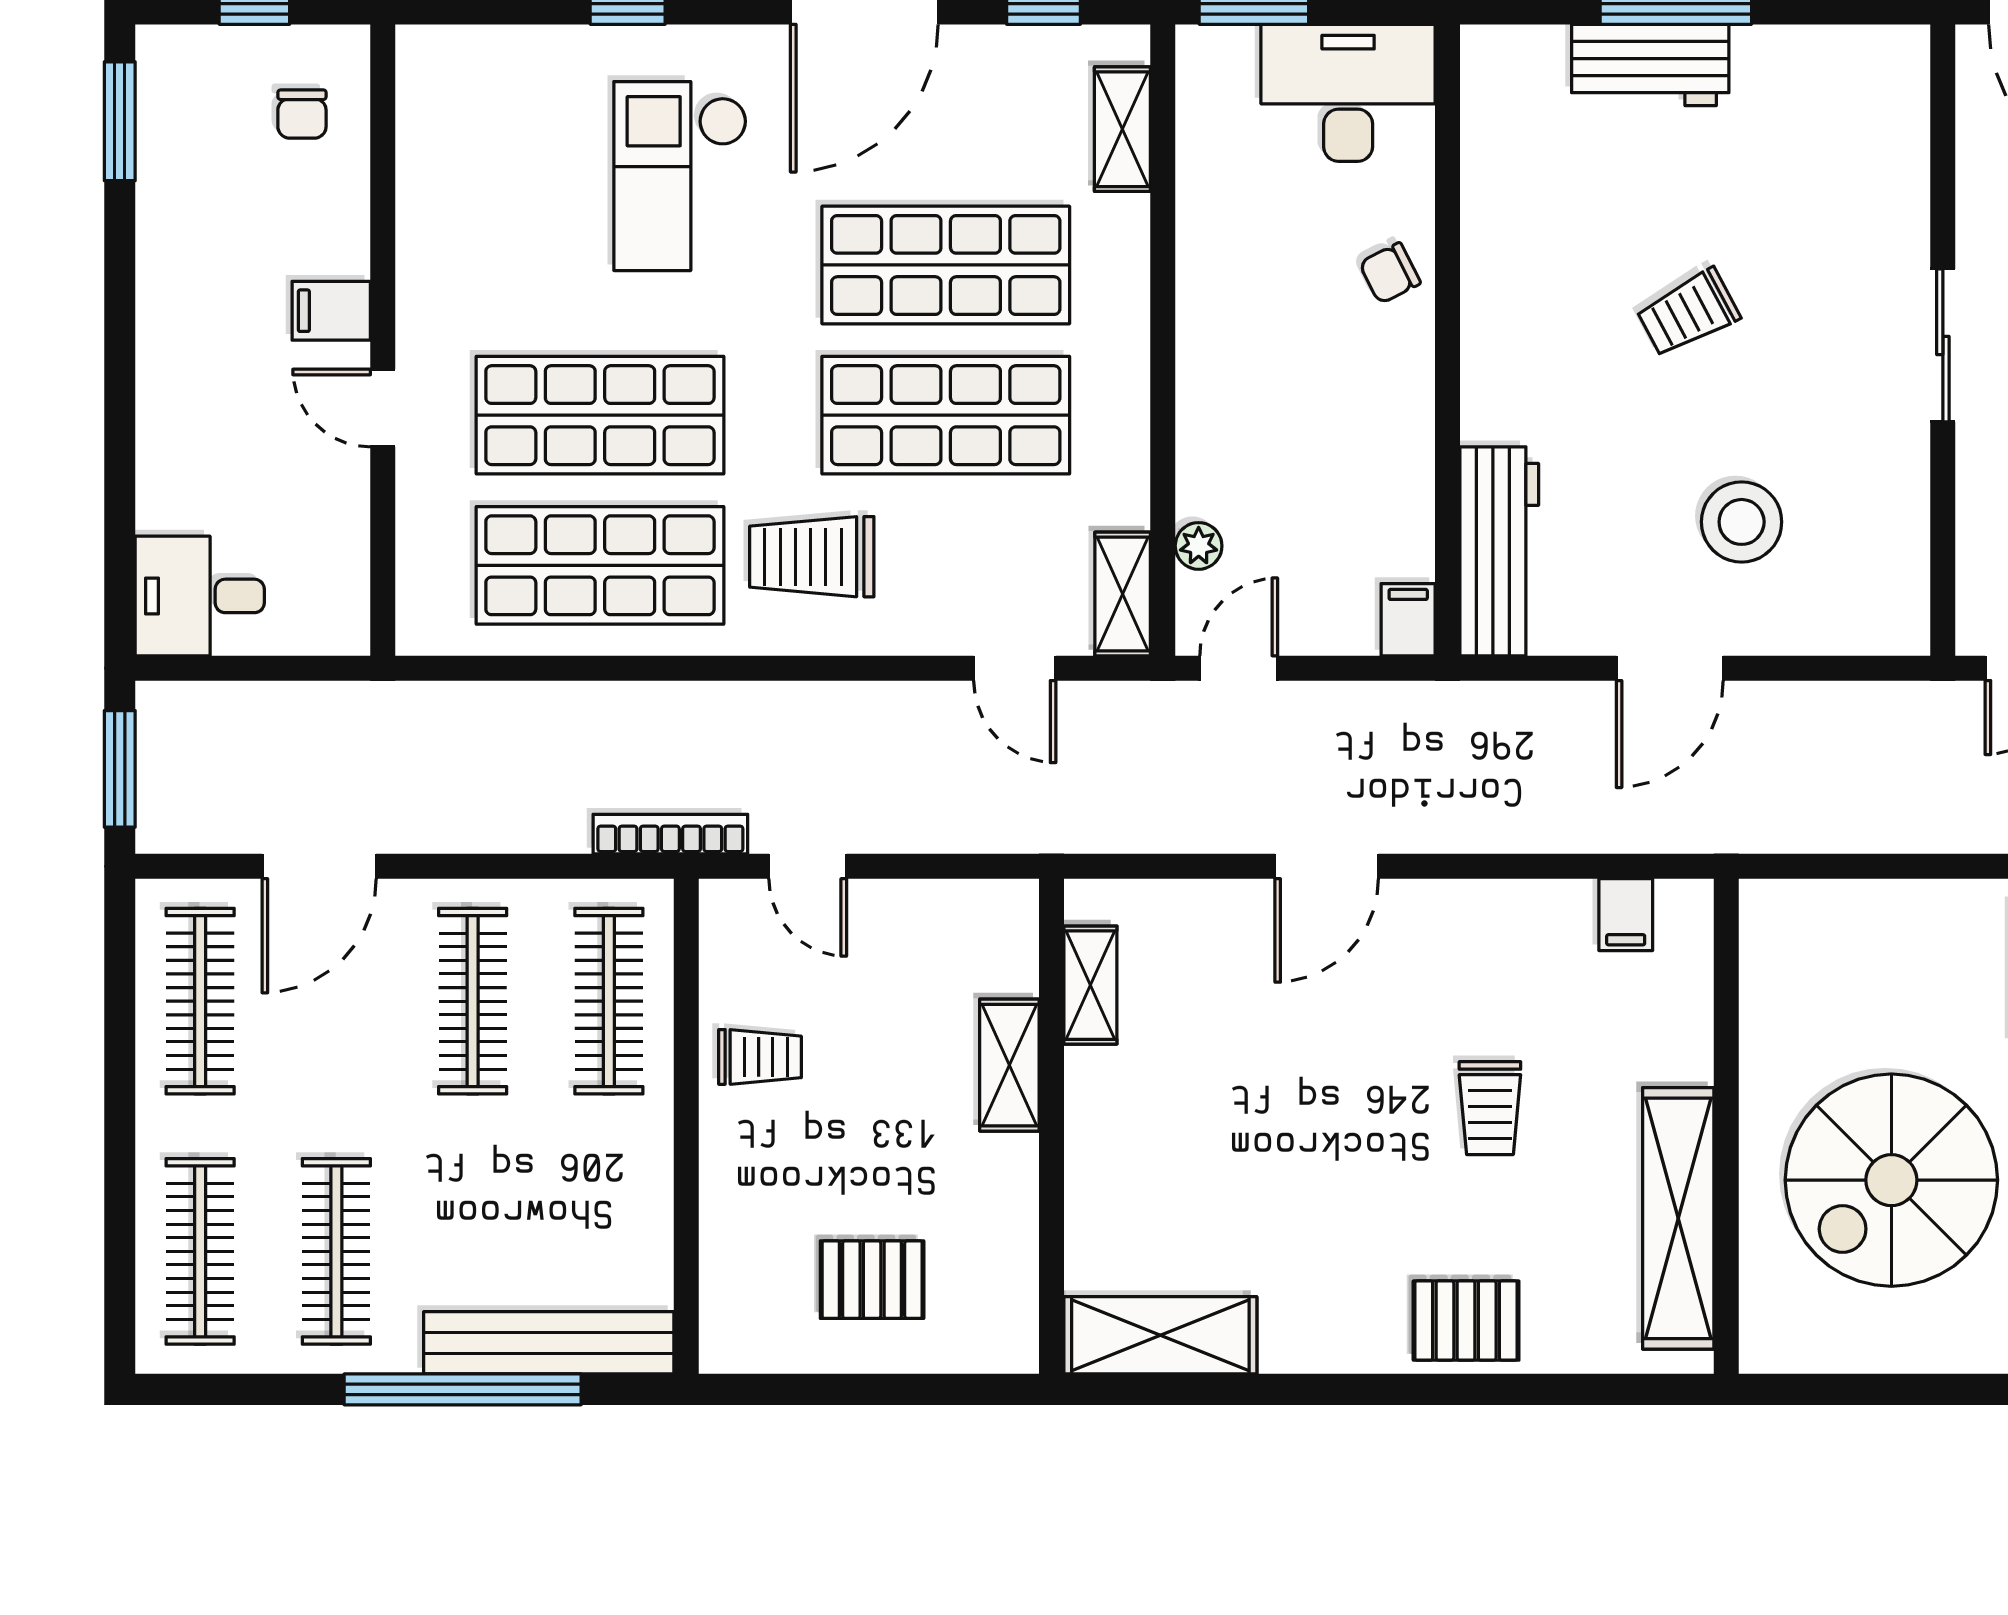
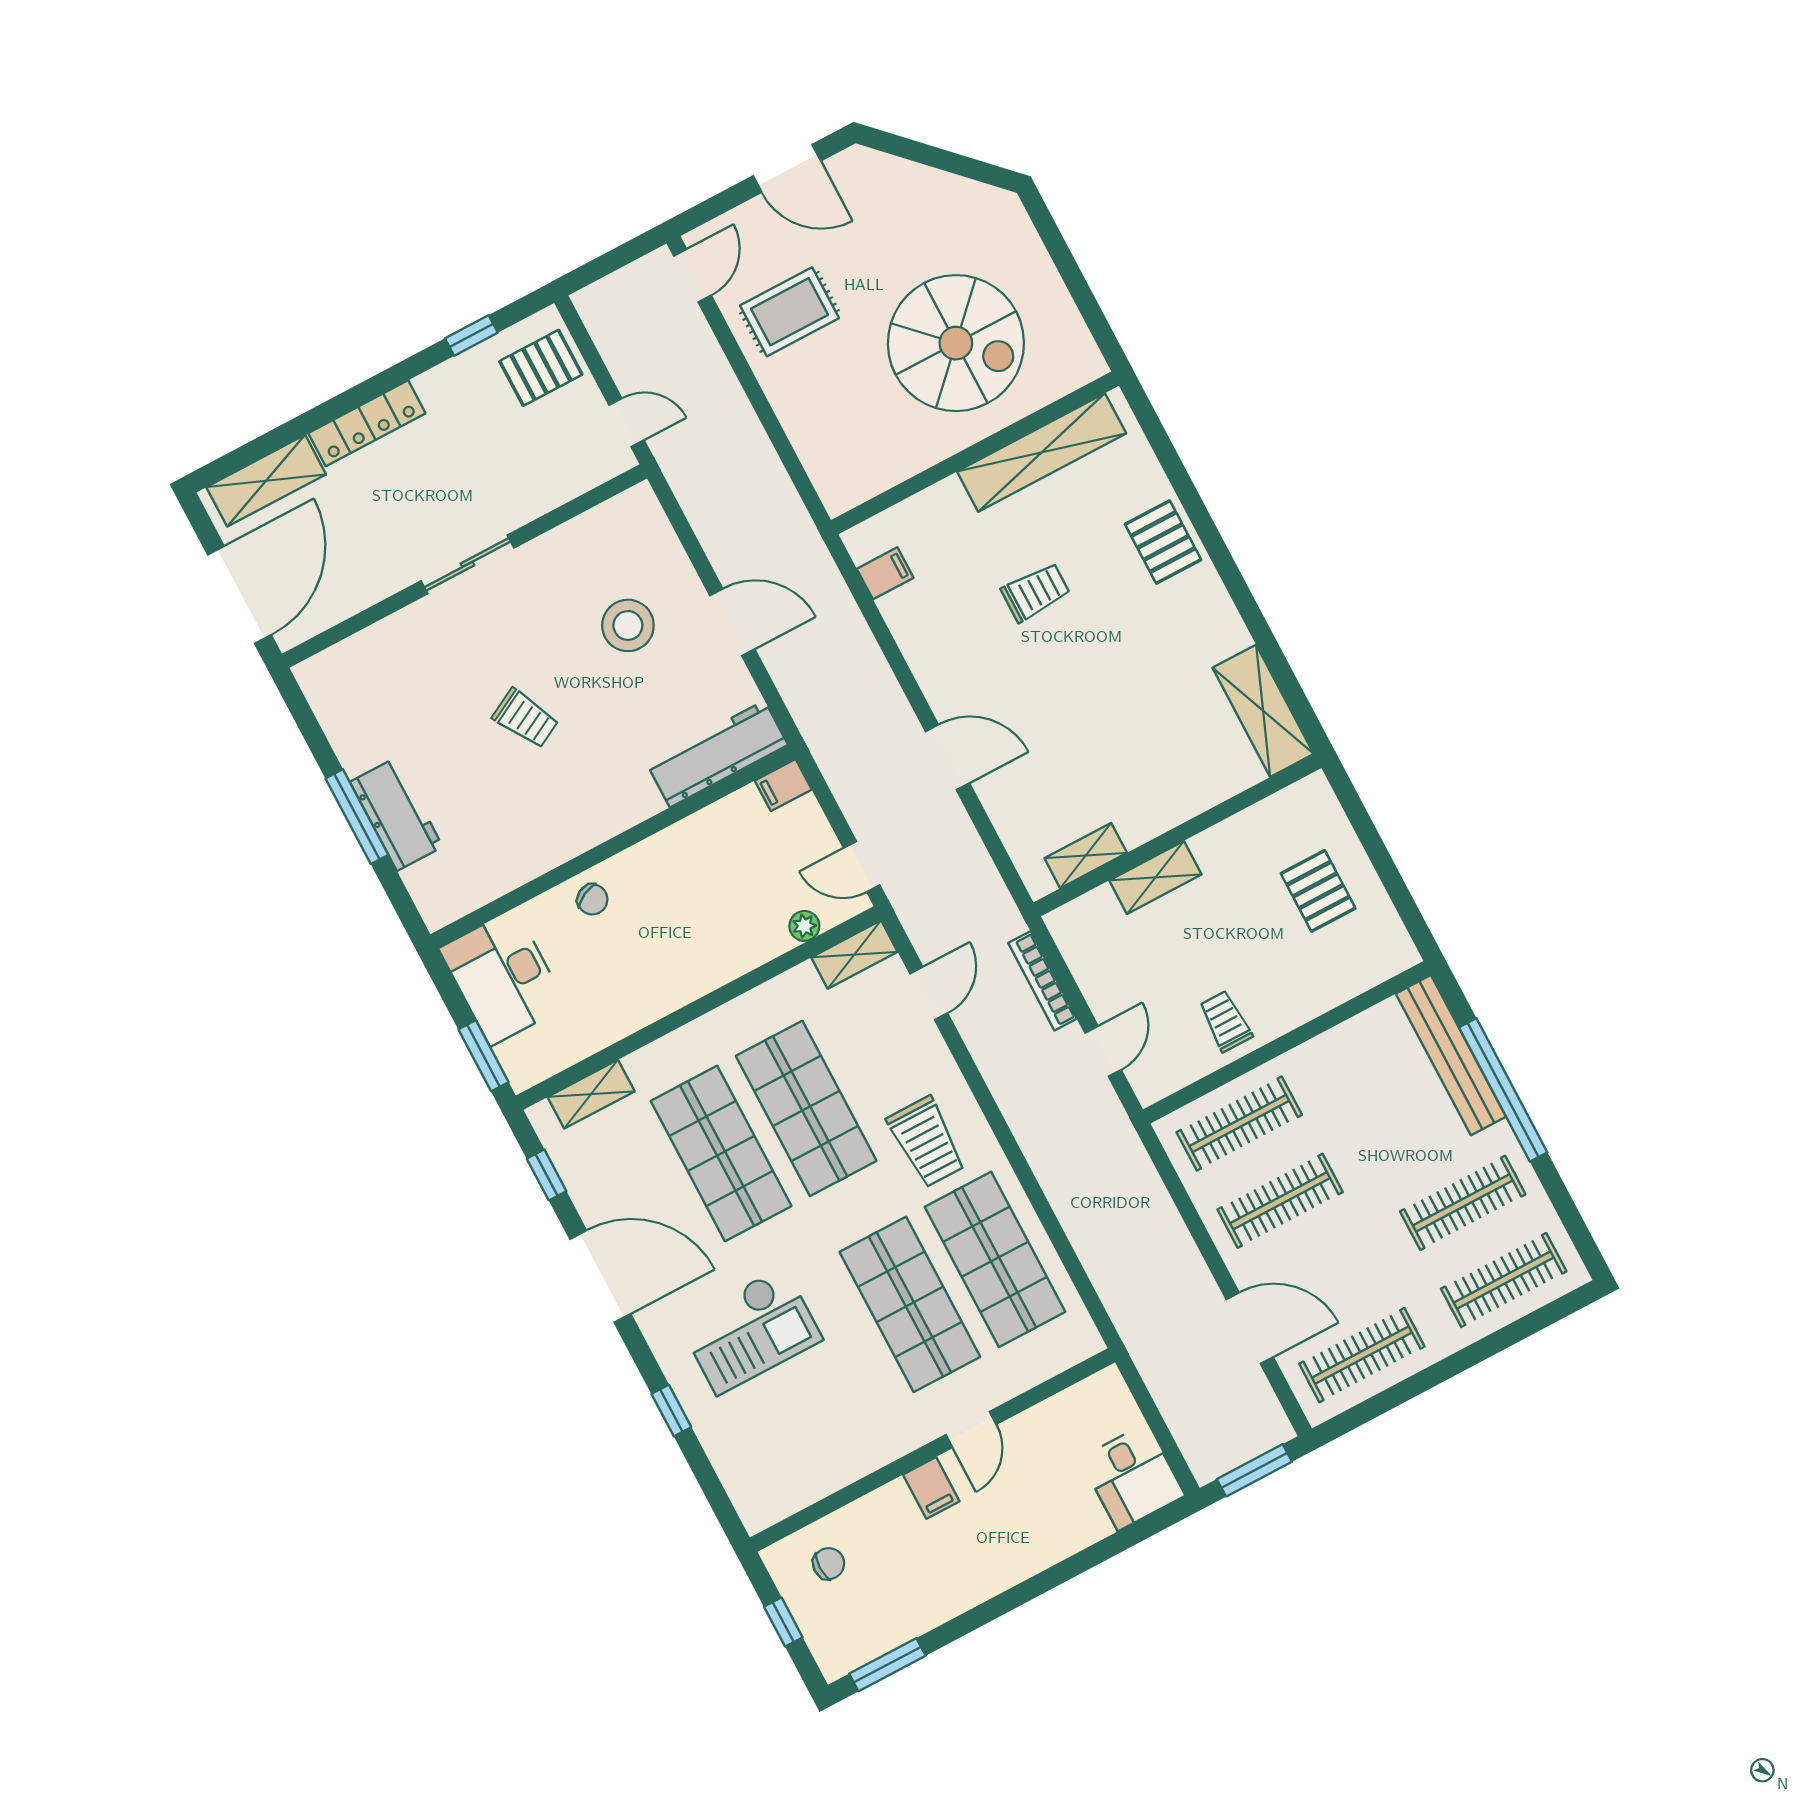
bookcase: (670, 834) -> (1043, 981), moved

